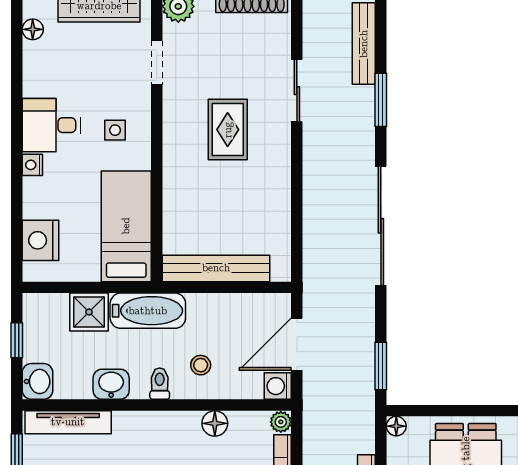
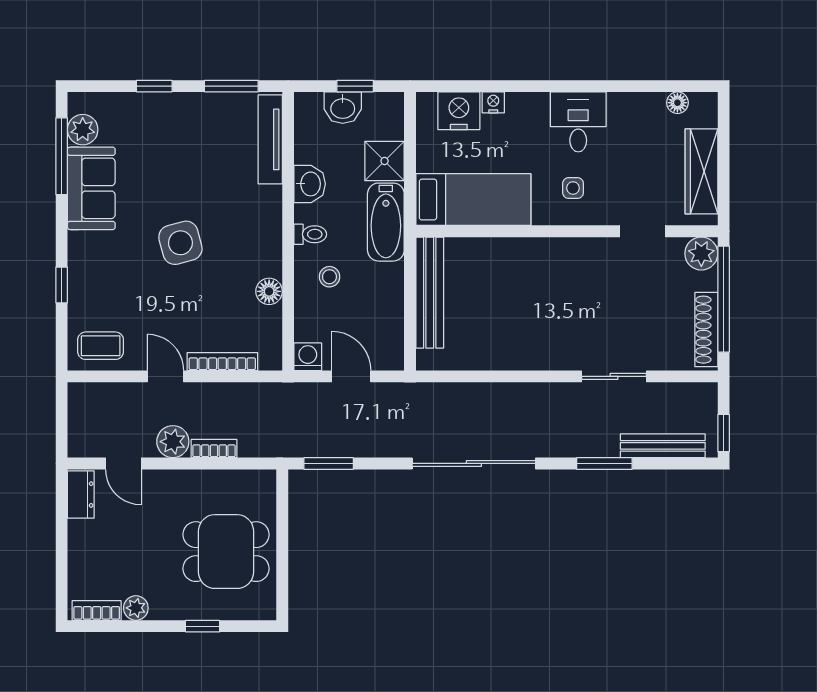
rug: (228, 130) -> (574, 305), removed
nightstand: (32, 165) -> (493, 102), moved
door: (297, 344) -> (351, 376), width x0.73
washbasin: (37, 381) -> (343, 108), moved
plant: (281, 422) -> (271, 360), removed
floor lamp: (396, 426) -> (266, 479), removed

